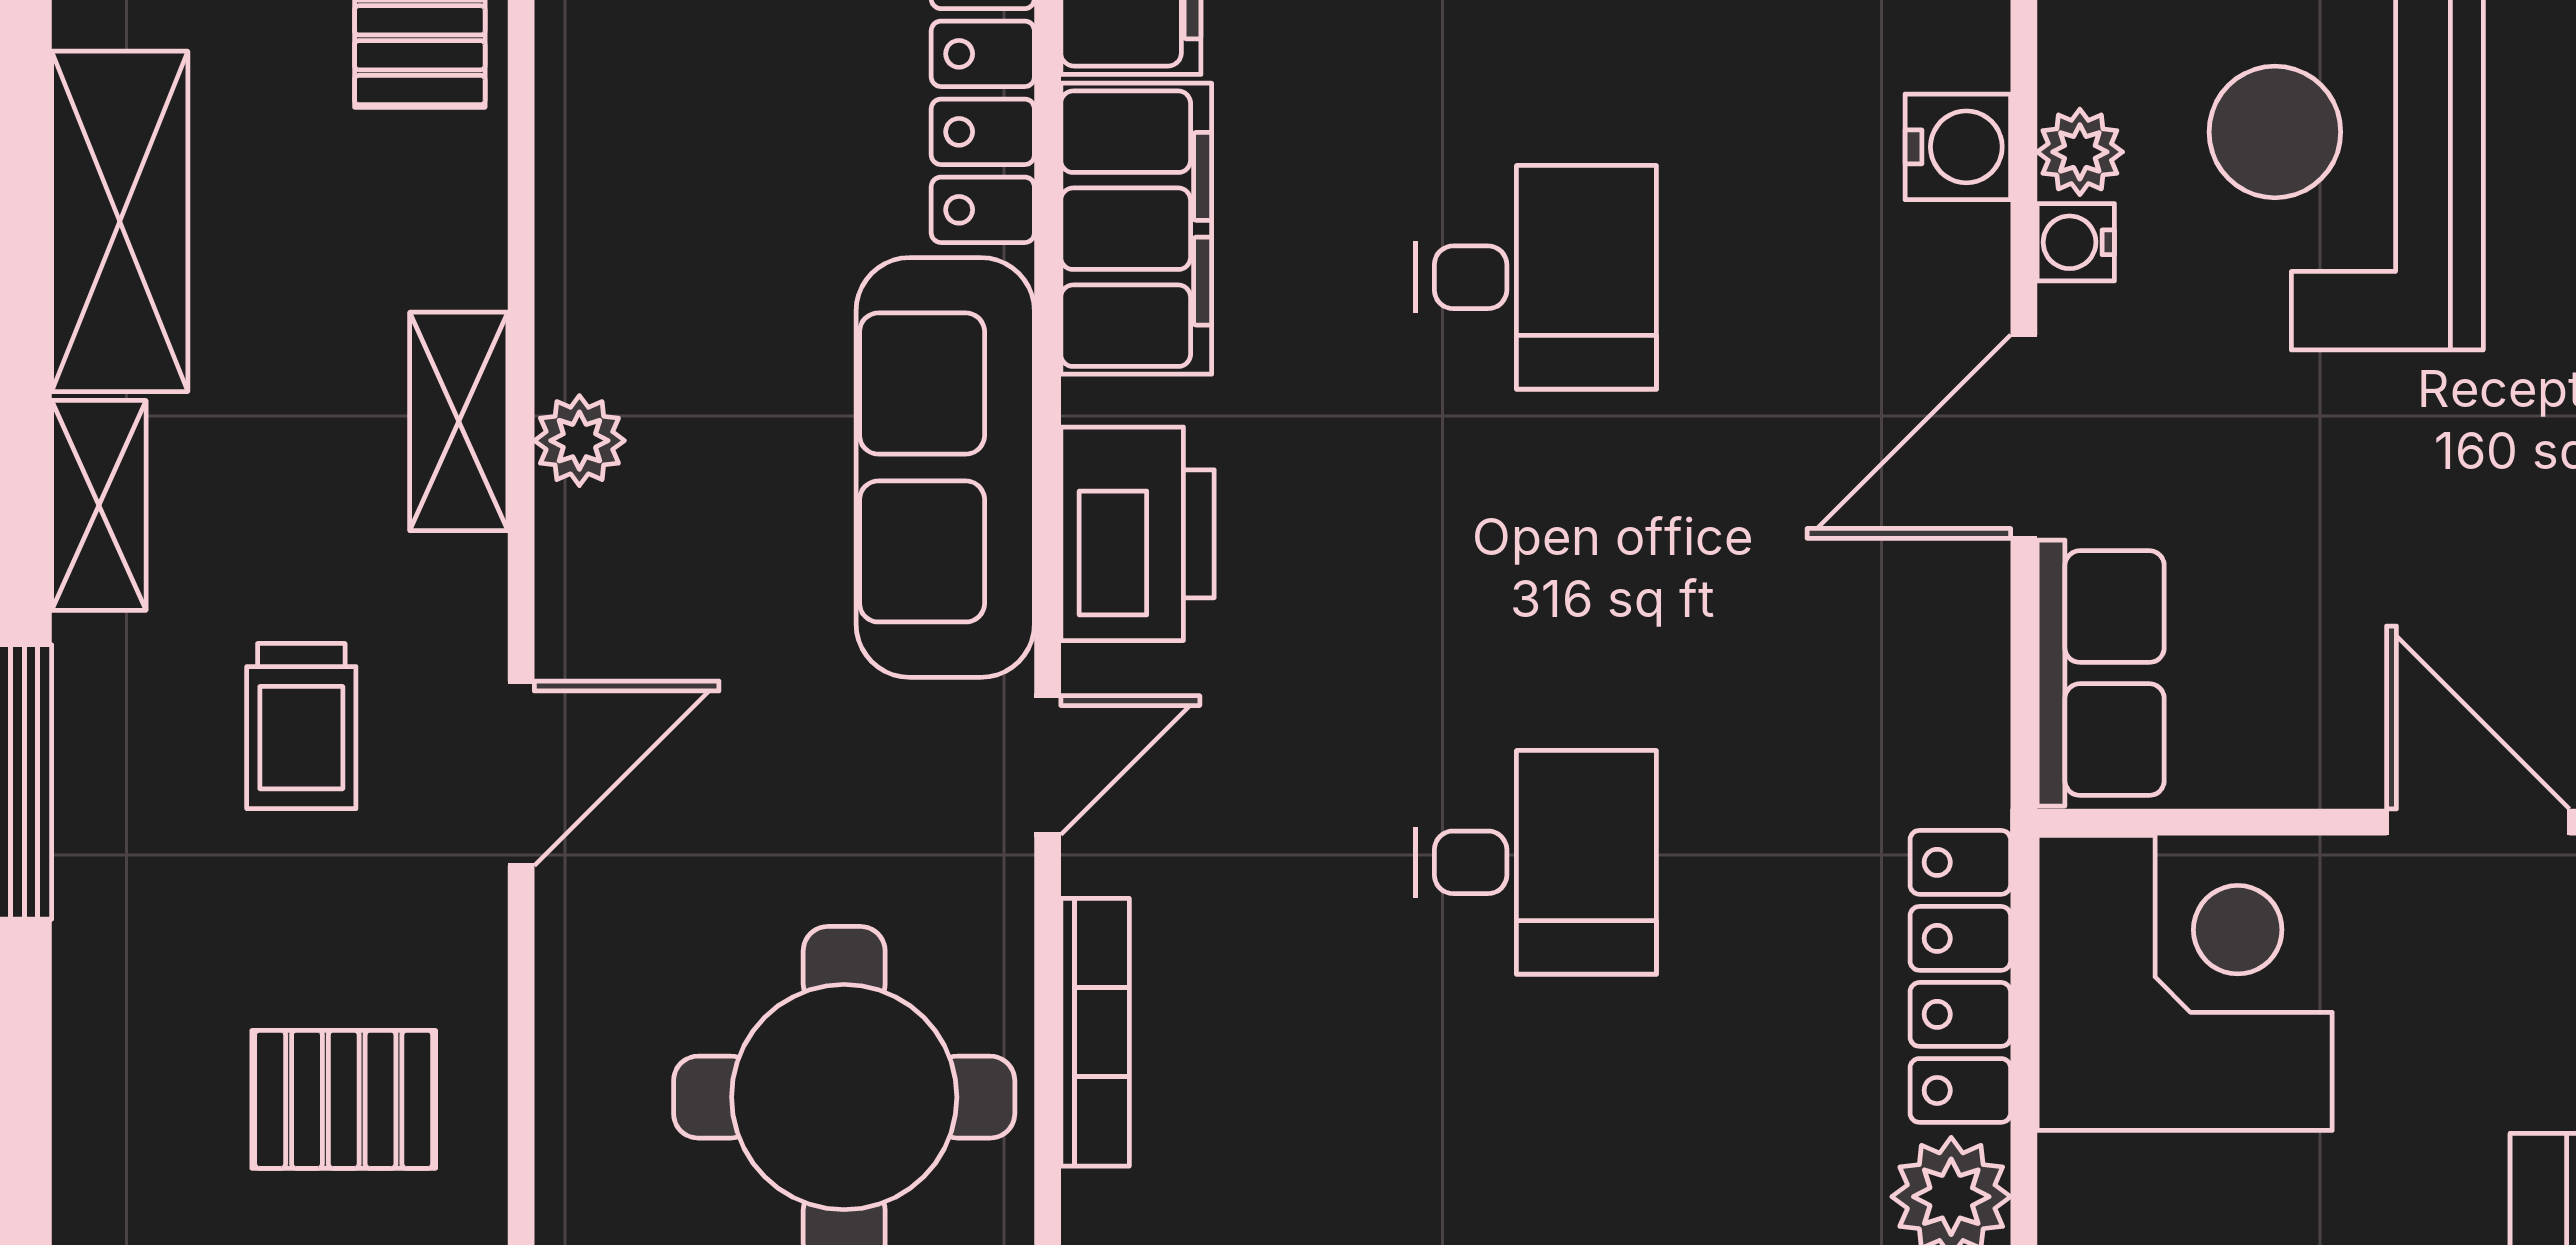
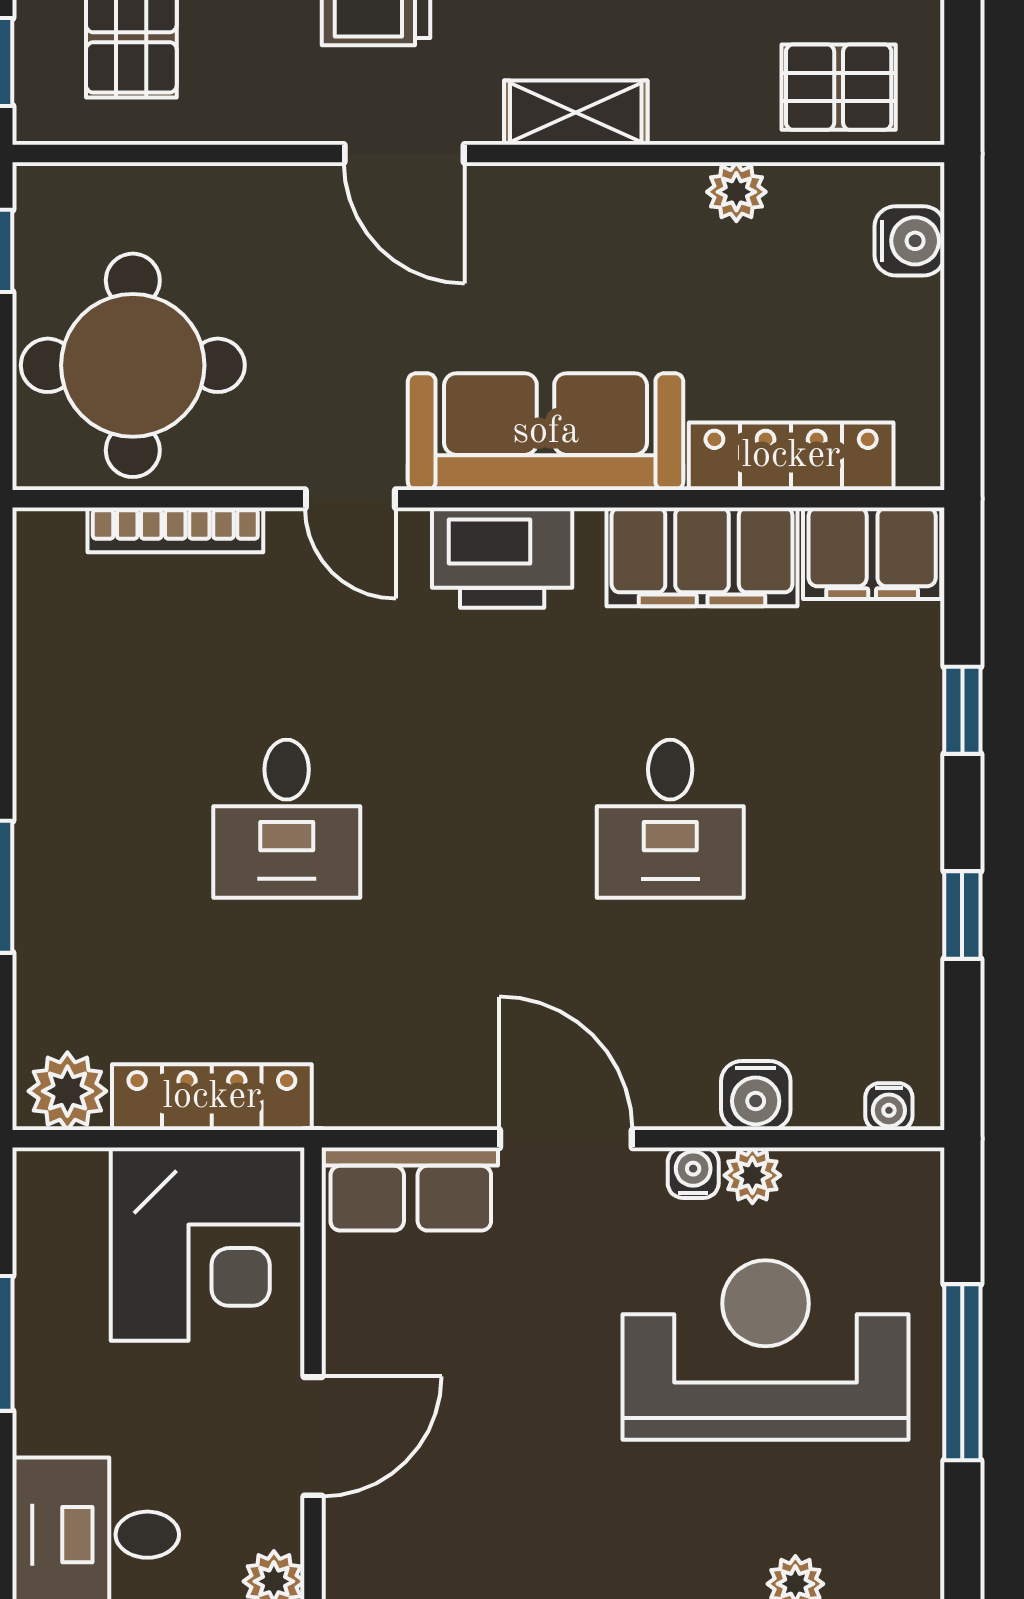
plant: (579, 441) -> (736, 192), moved
door: (521, 773) -> (404, 154), moved

